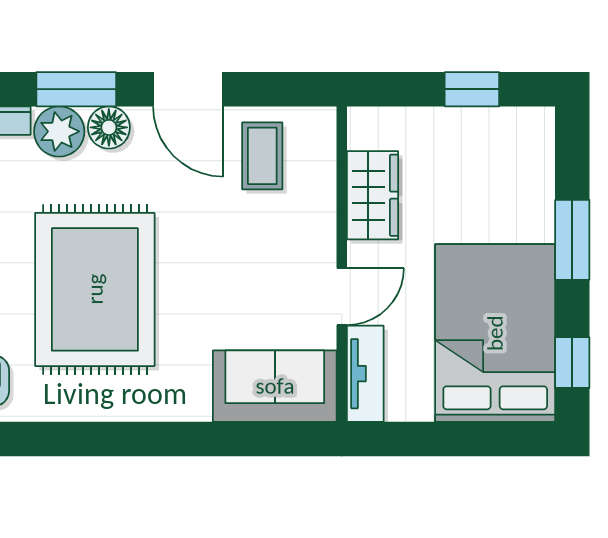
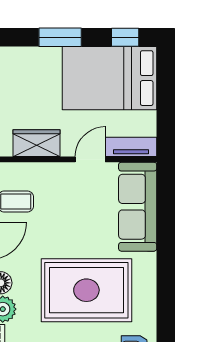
door: (342, 297) -> (90, 159), hinge flipped
sofa: (275, 386) -> (138, 207), width x1.36

